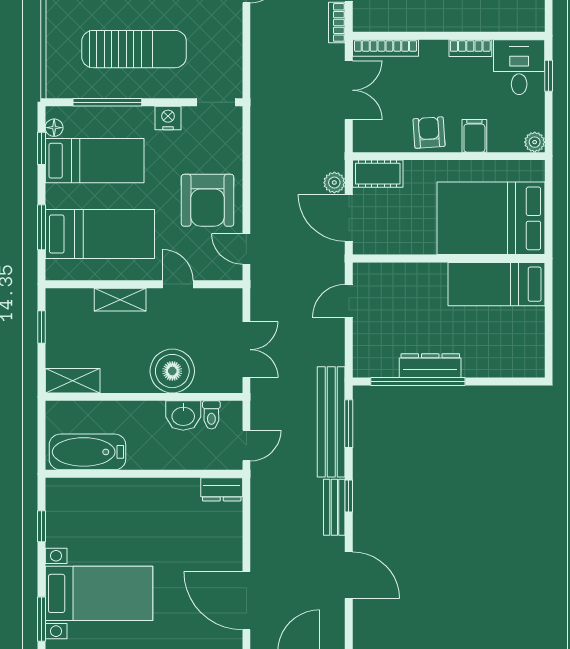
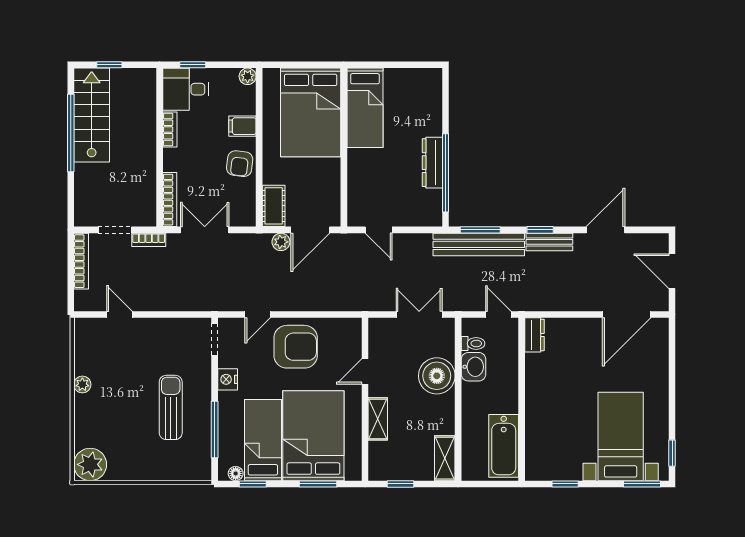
sun lounger: (134, 49) -> (171, 407), width x0.73, depth x0.75
armchair: (429, 133) -> (240, 164), turned -79
bed: (100, 234) -> (313, 436), width x1.50
door: (246, 249) -> (258, 315), moved

